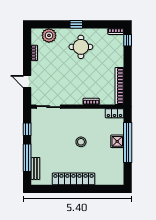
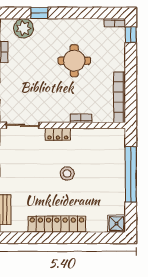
window: (76, 24) -> (39, 13), moved
round table: (81, 47) -> (74, 61), moved
locker: (114, 113) -> (58, 134), moved
shower: (117, 141) -> (117, 224), moved

